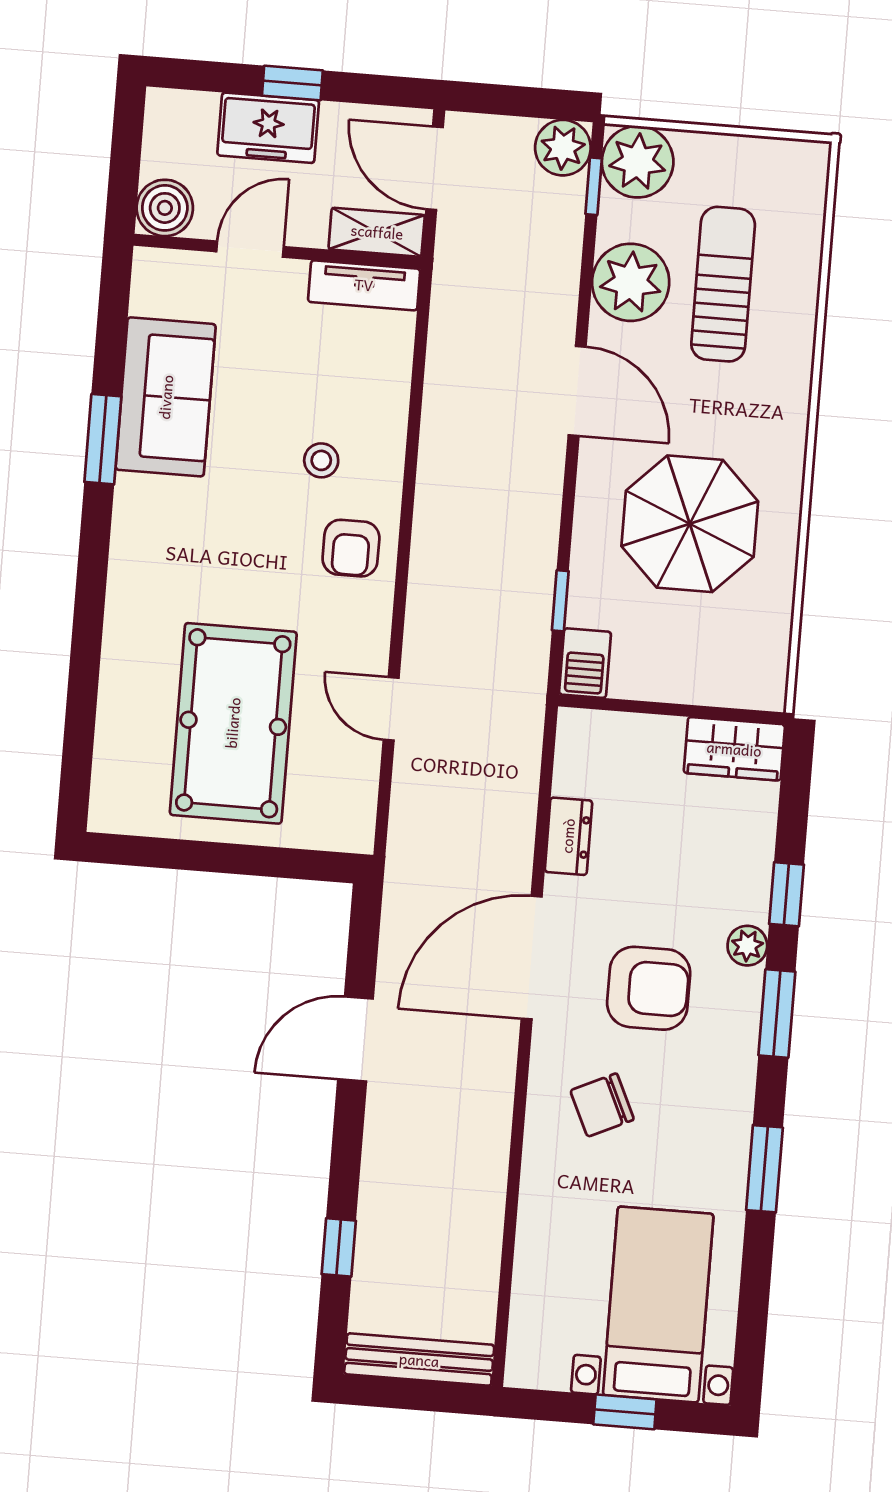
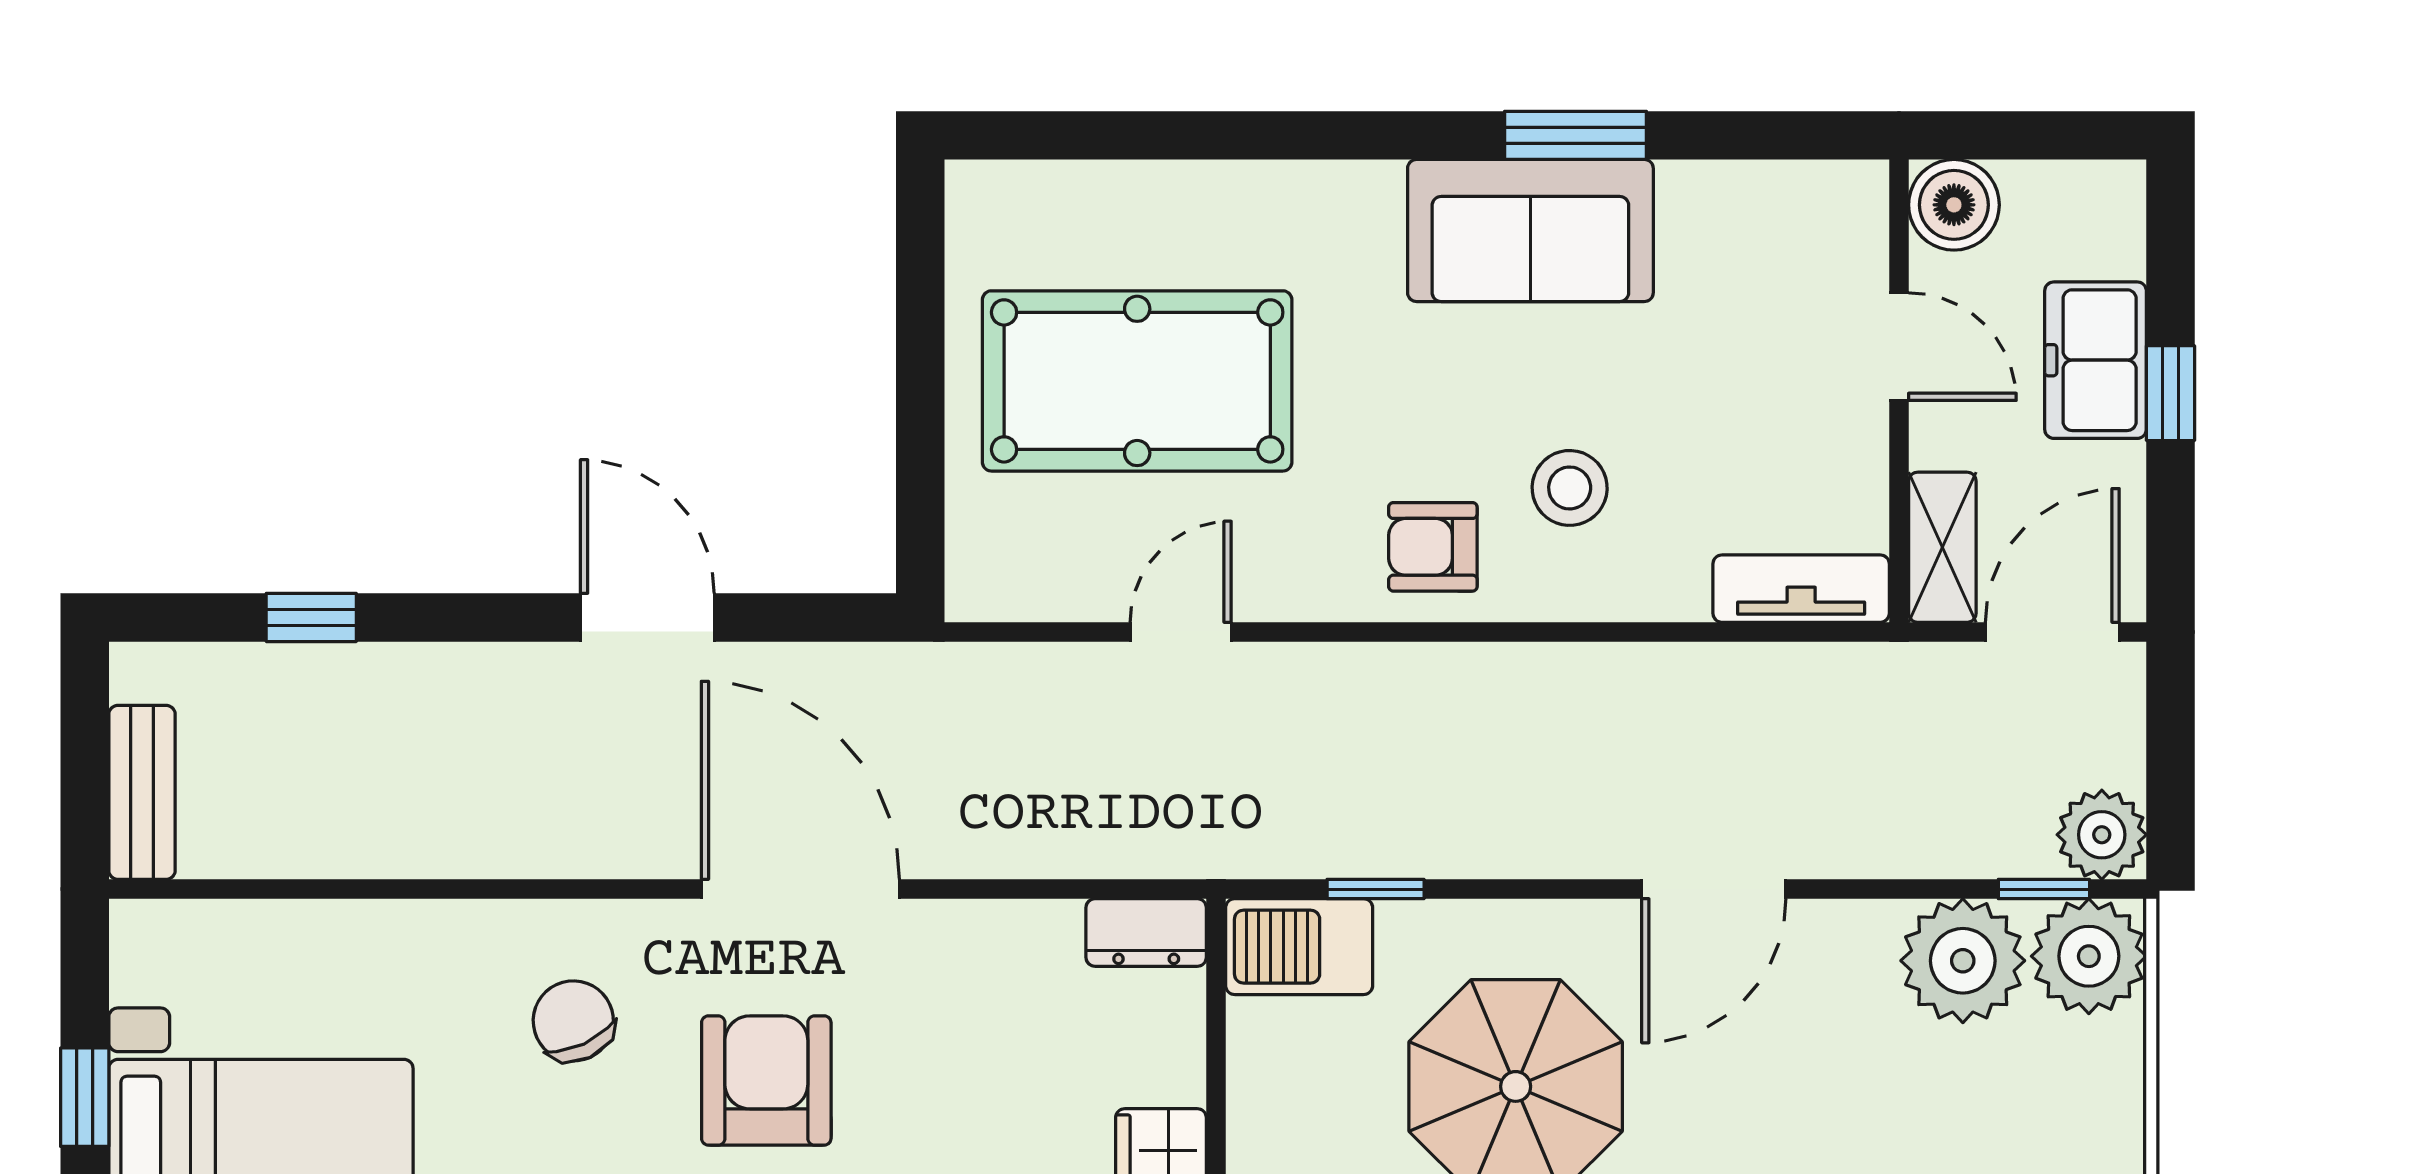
plant: (631, 282) -> (1963, 961), moved
sun lounger: (723, 284) -> (1904, 1109), removed
tv unit: (364, 285) -> (1801, 589), moved, turned 90
sofa: (166, 397) -> (1530, 231), moved
stool: (321, 460) -> (1570, 488), width x1.37, depth x1.37
barbecue: (585, 663) -> (1299, 947), width x1.38, depth x1.27
dresser: (568, 836) -> (1146, 932), moved
armchair: (649, 988) -> (766, 1080), turned 180
bench: (419, 1360) -> (142, 792), width x0.73

